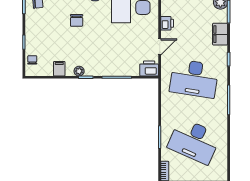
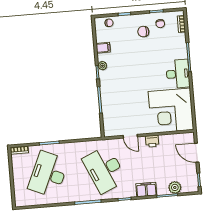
chair: (77, 20) -> (143, 32), moved
printer: (149, 68) -> (110, 128), removed
desk: (194, 78) -> (105, 170), turned -33

